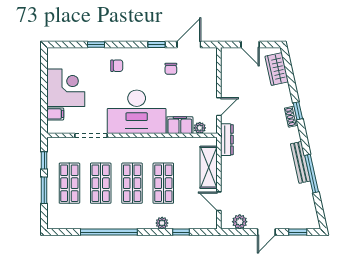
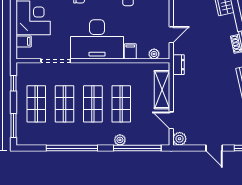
filing cabinet: (180, 125) -> (130, 51), width x0.50
dresser: (227, 140) -> (178, 65), width x0.70
window: (44, 190) -> (13, 126), moved
plant: (240, 222) -> (180, 139), moved
window: (181, 232) -> (137, 148), width x3.17
door: (266, 232) -> (214, 148), hinge flipped

